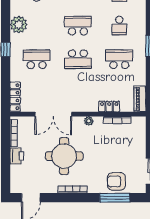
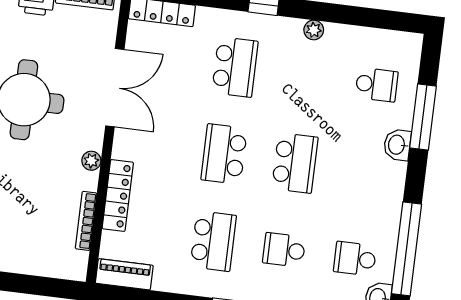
plant: (19, 25) -> (314, 30), width x0.53, depth x0.53
locker: (109, 107) -> (118, 195), width x1.53
double door: (53, 114) -> (115, 88), swing flipped

